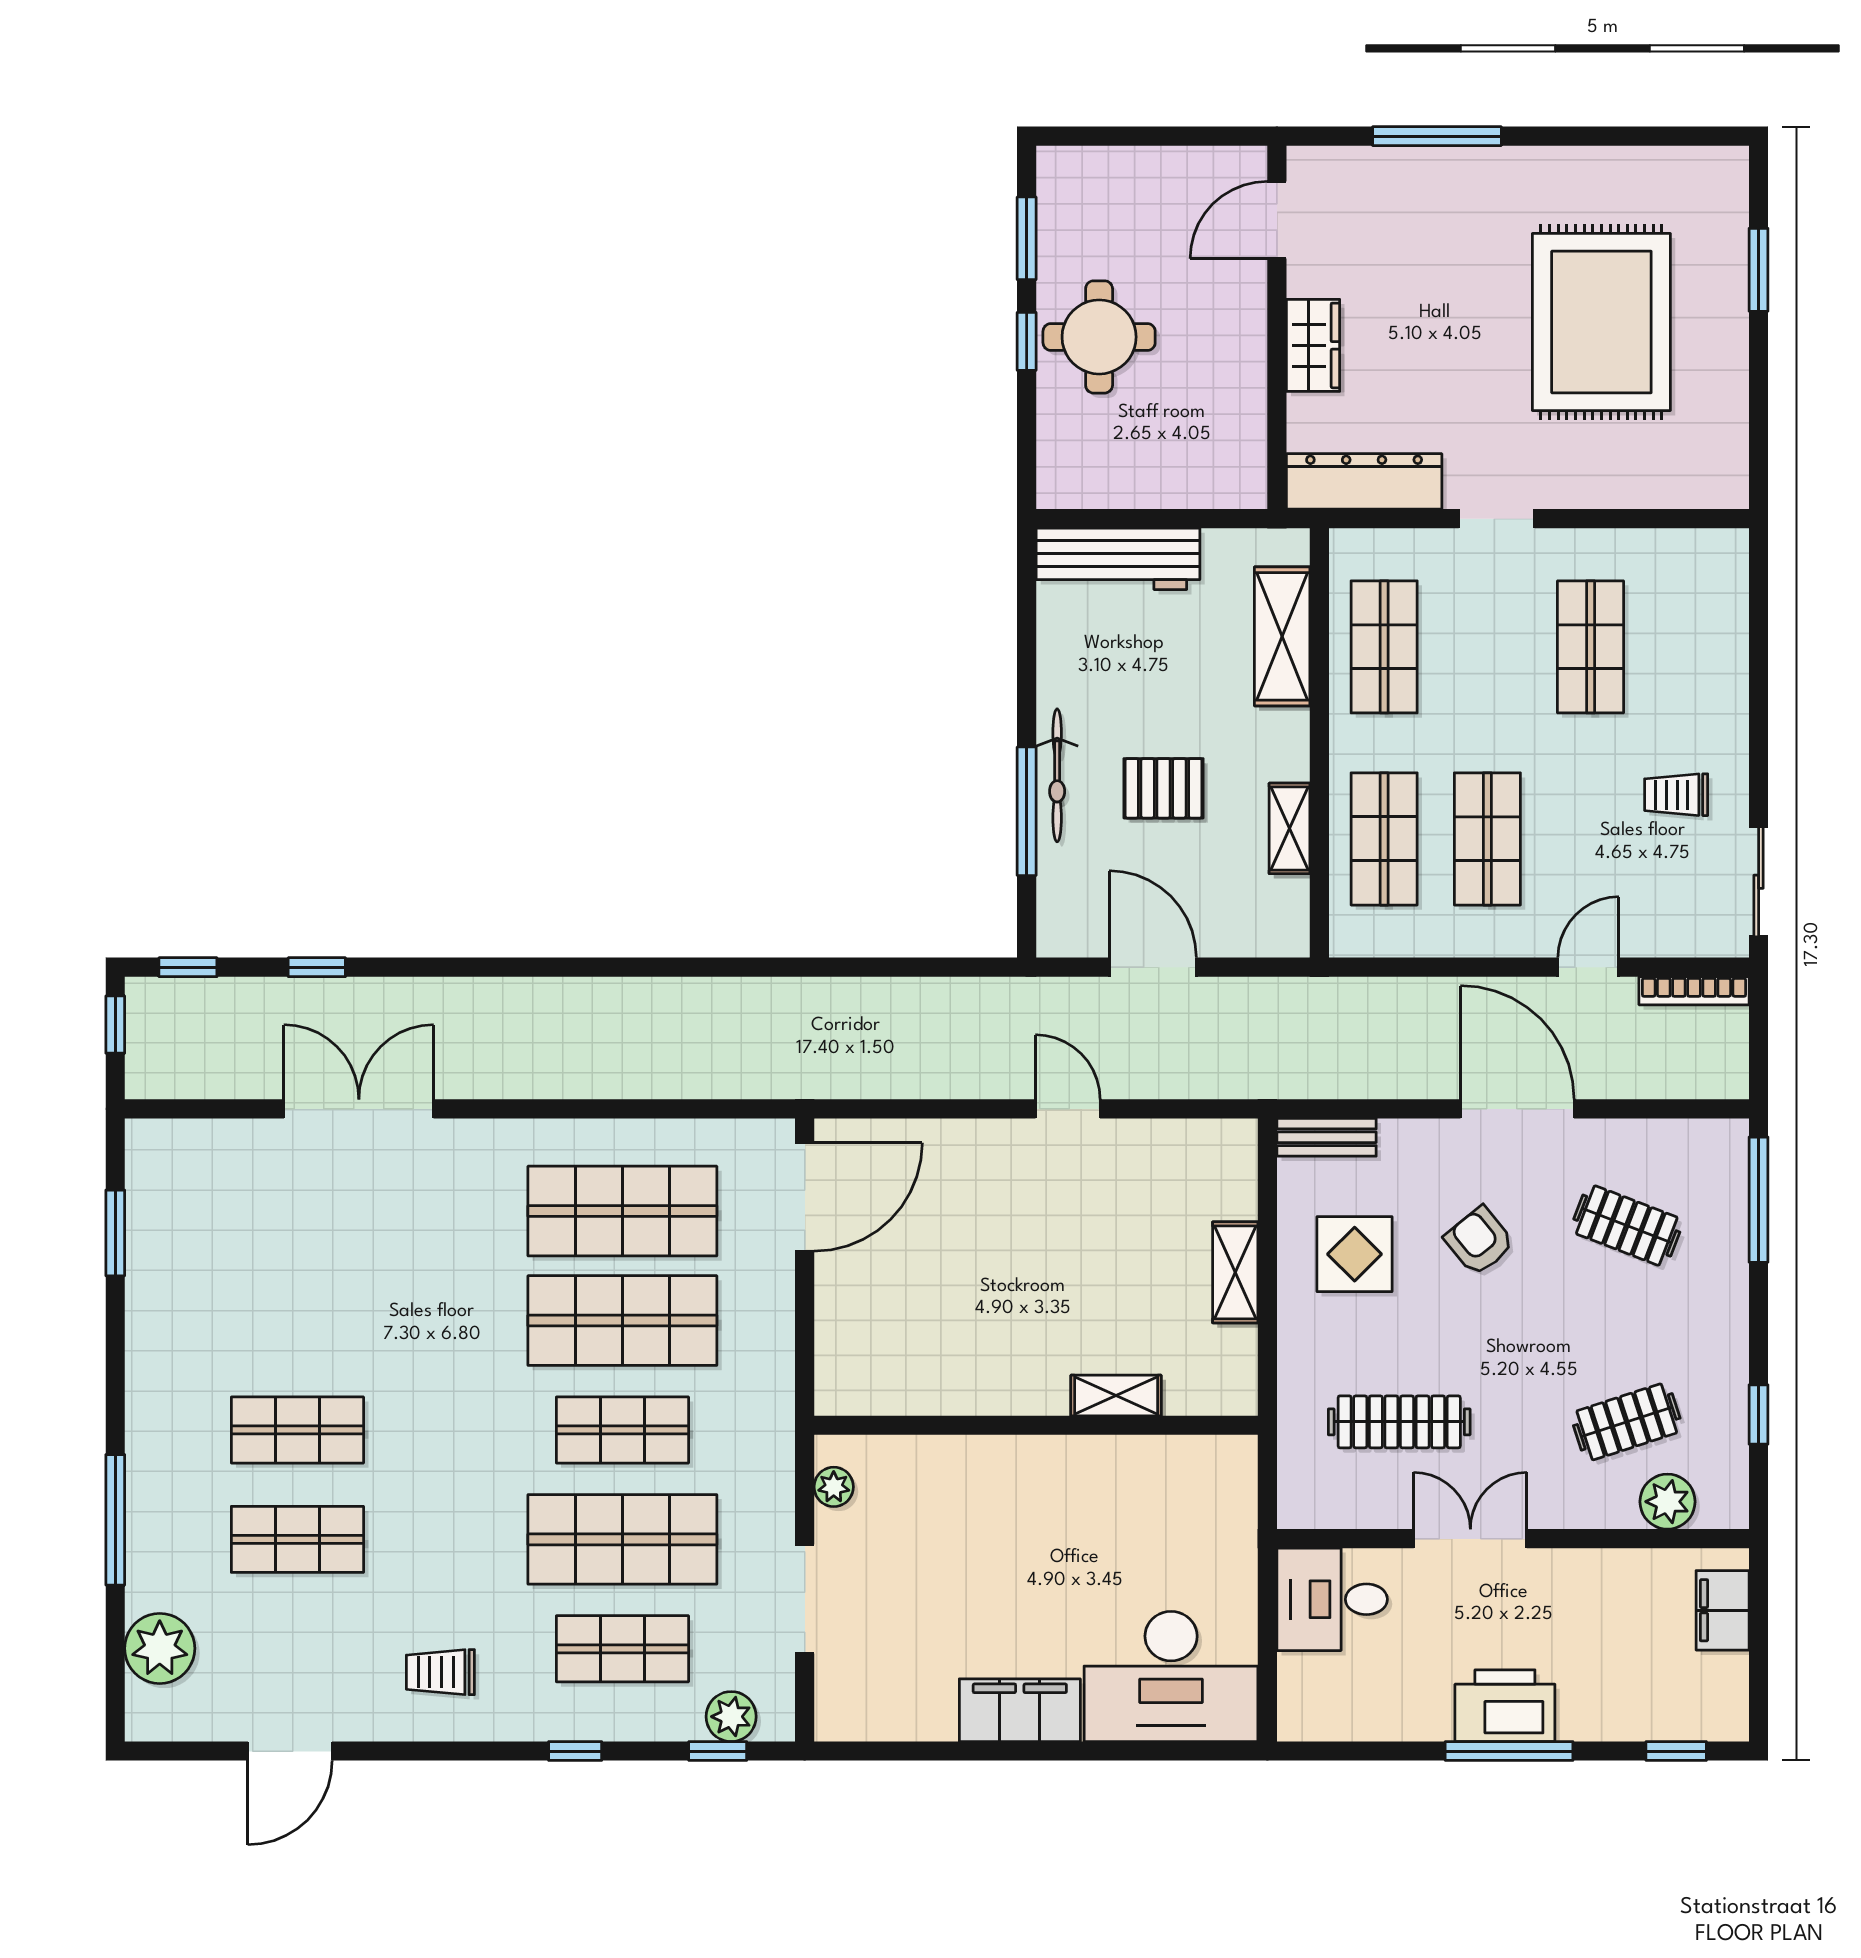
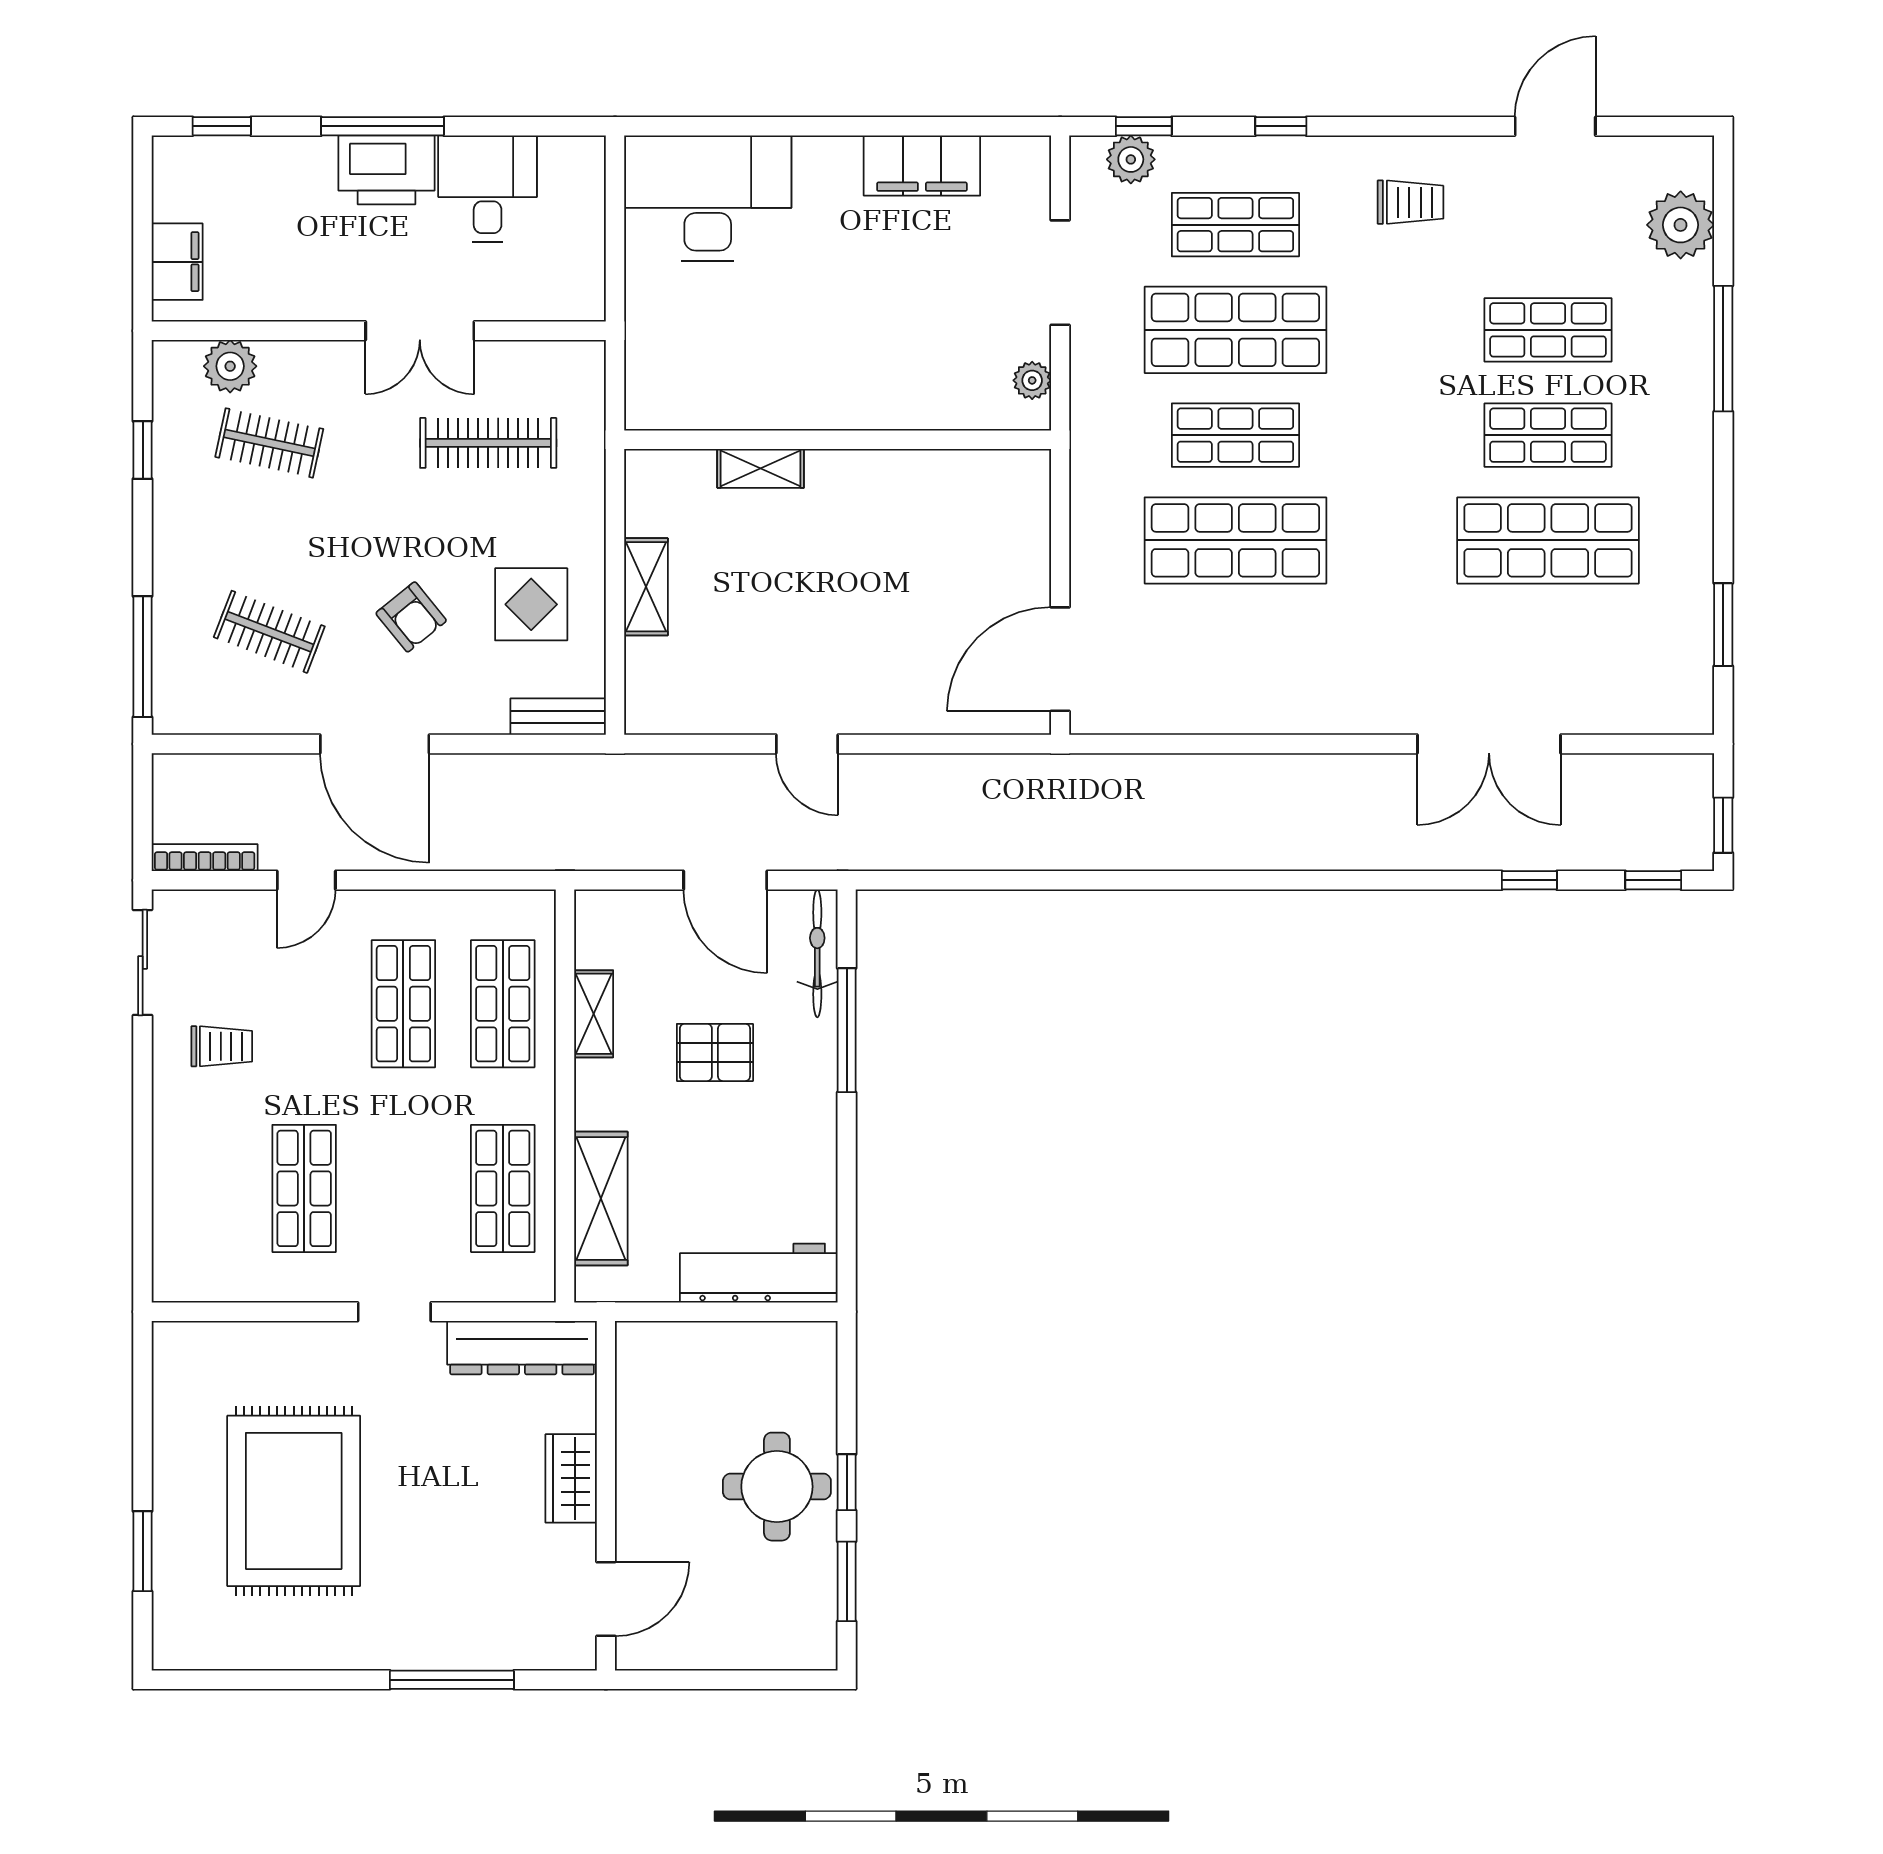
bicycle: (1057, 775) -> (817, 953), moved
shop shelf: (622, 1211) -> (1548, 540), moved
clothes rail: (1627, 1422) -> (269, 443), turned 30
desk: (1332, 1599) -> (488, 189), moved, turned -90
filing cabinet: (1020, 1710) -> (922, 166), moved

